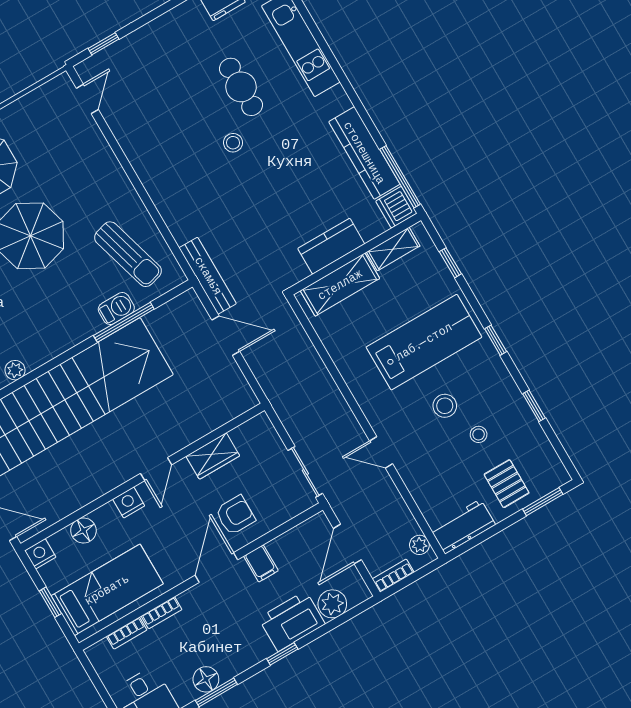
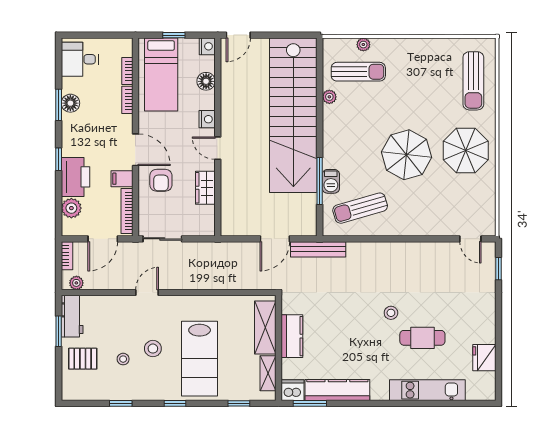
window: (400, 177) -> (310, 403), width x0.69
window: (543, 502) -> (59, 331), moved
bookcase: (296, 534) -> (127, 211), added
door: (347, 544) -> (103, 239), swing flipped

